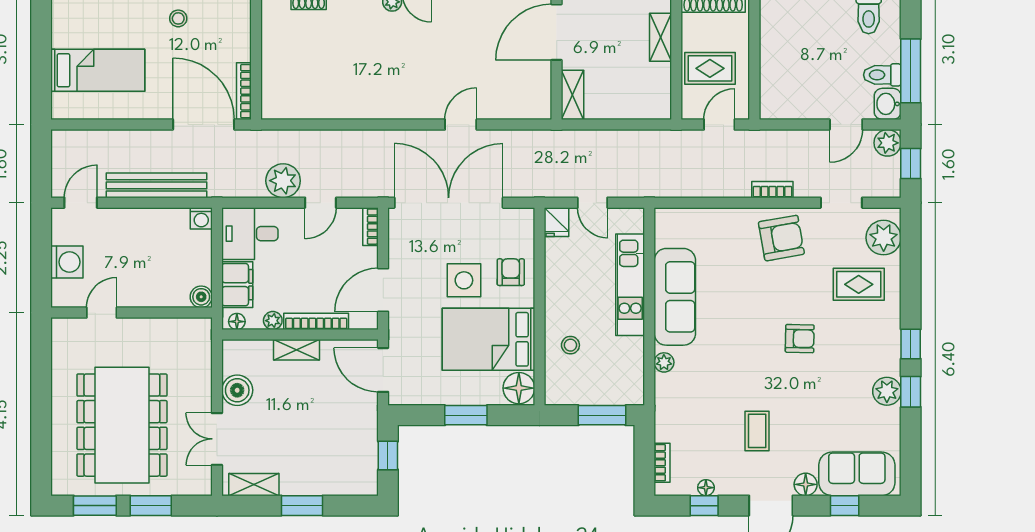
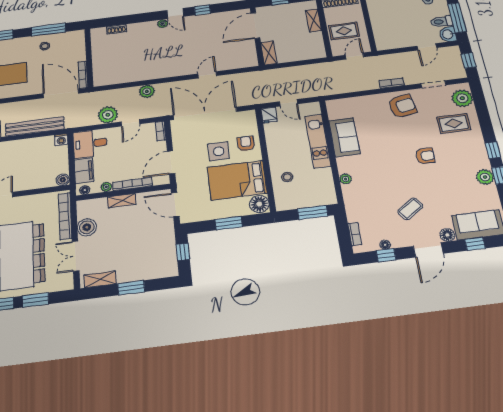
plant: (888, 143) -> (147, 91), moved
sofa: (675, 297) -> (344, 137), width x0.73
bookcase: (202, 365) -> (65, 216), added
coffee table: (757, 431) -> (410, 209), turned 55

